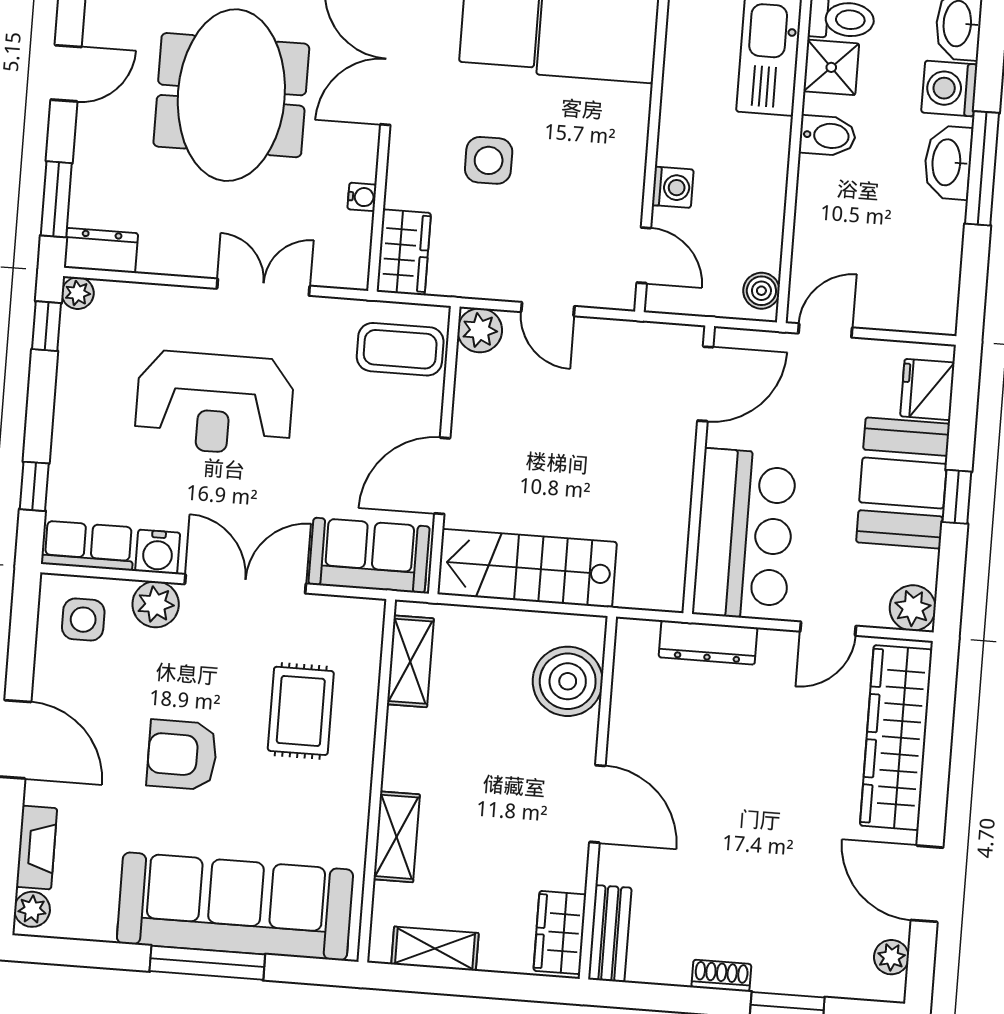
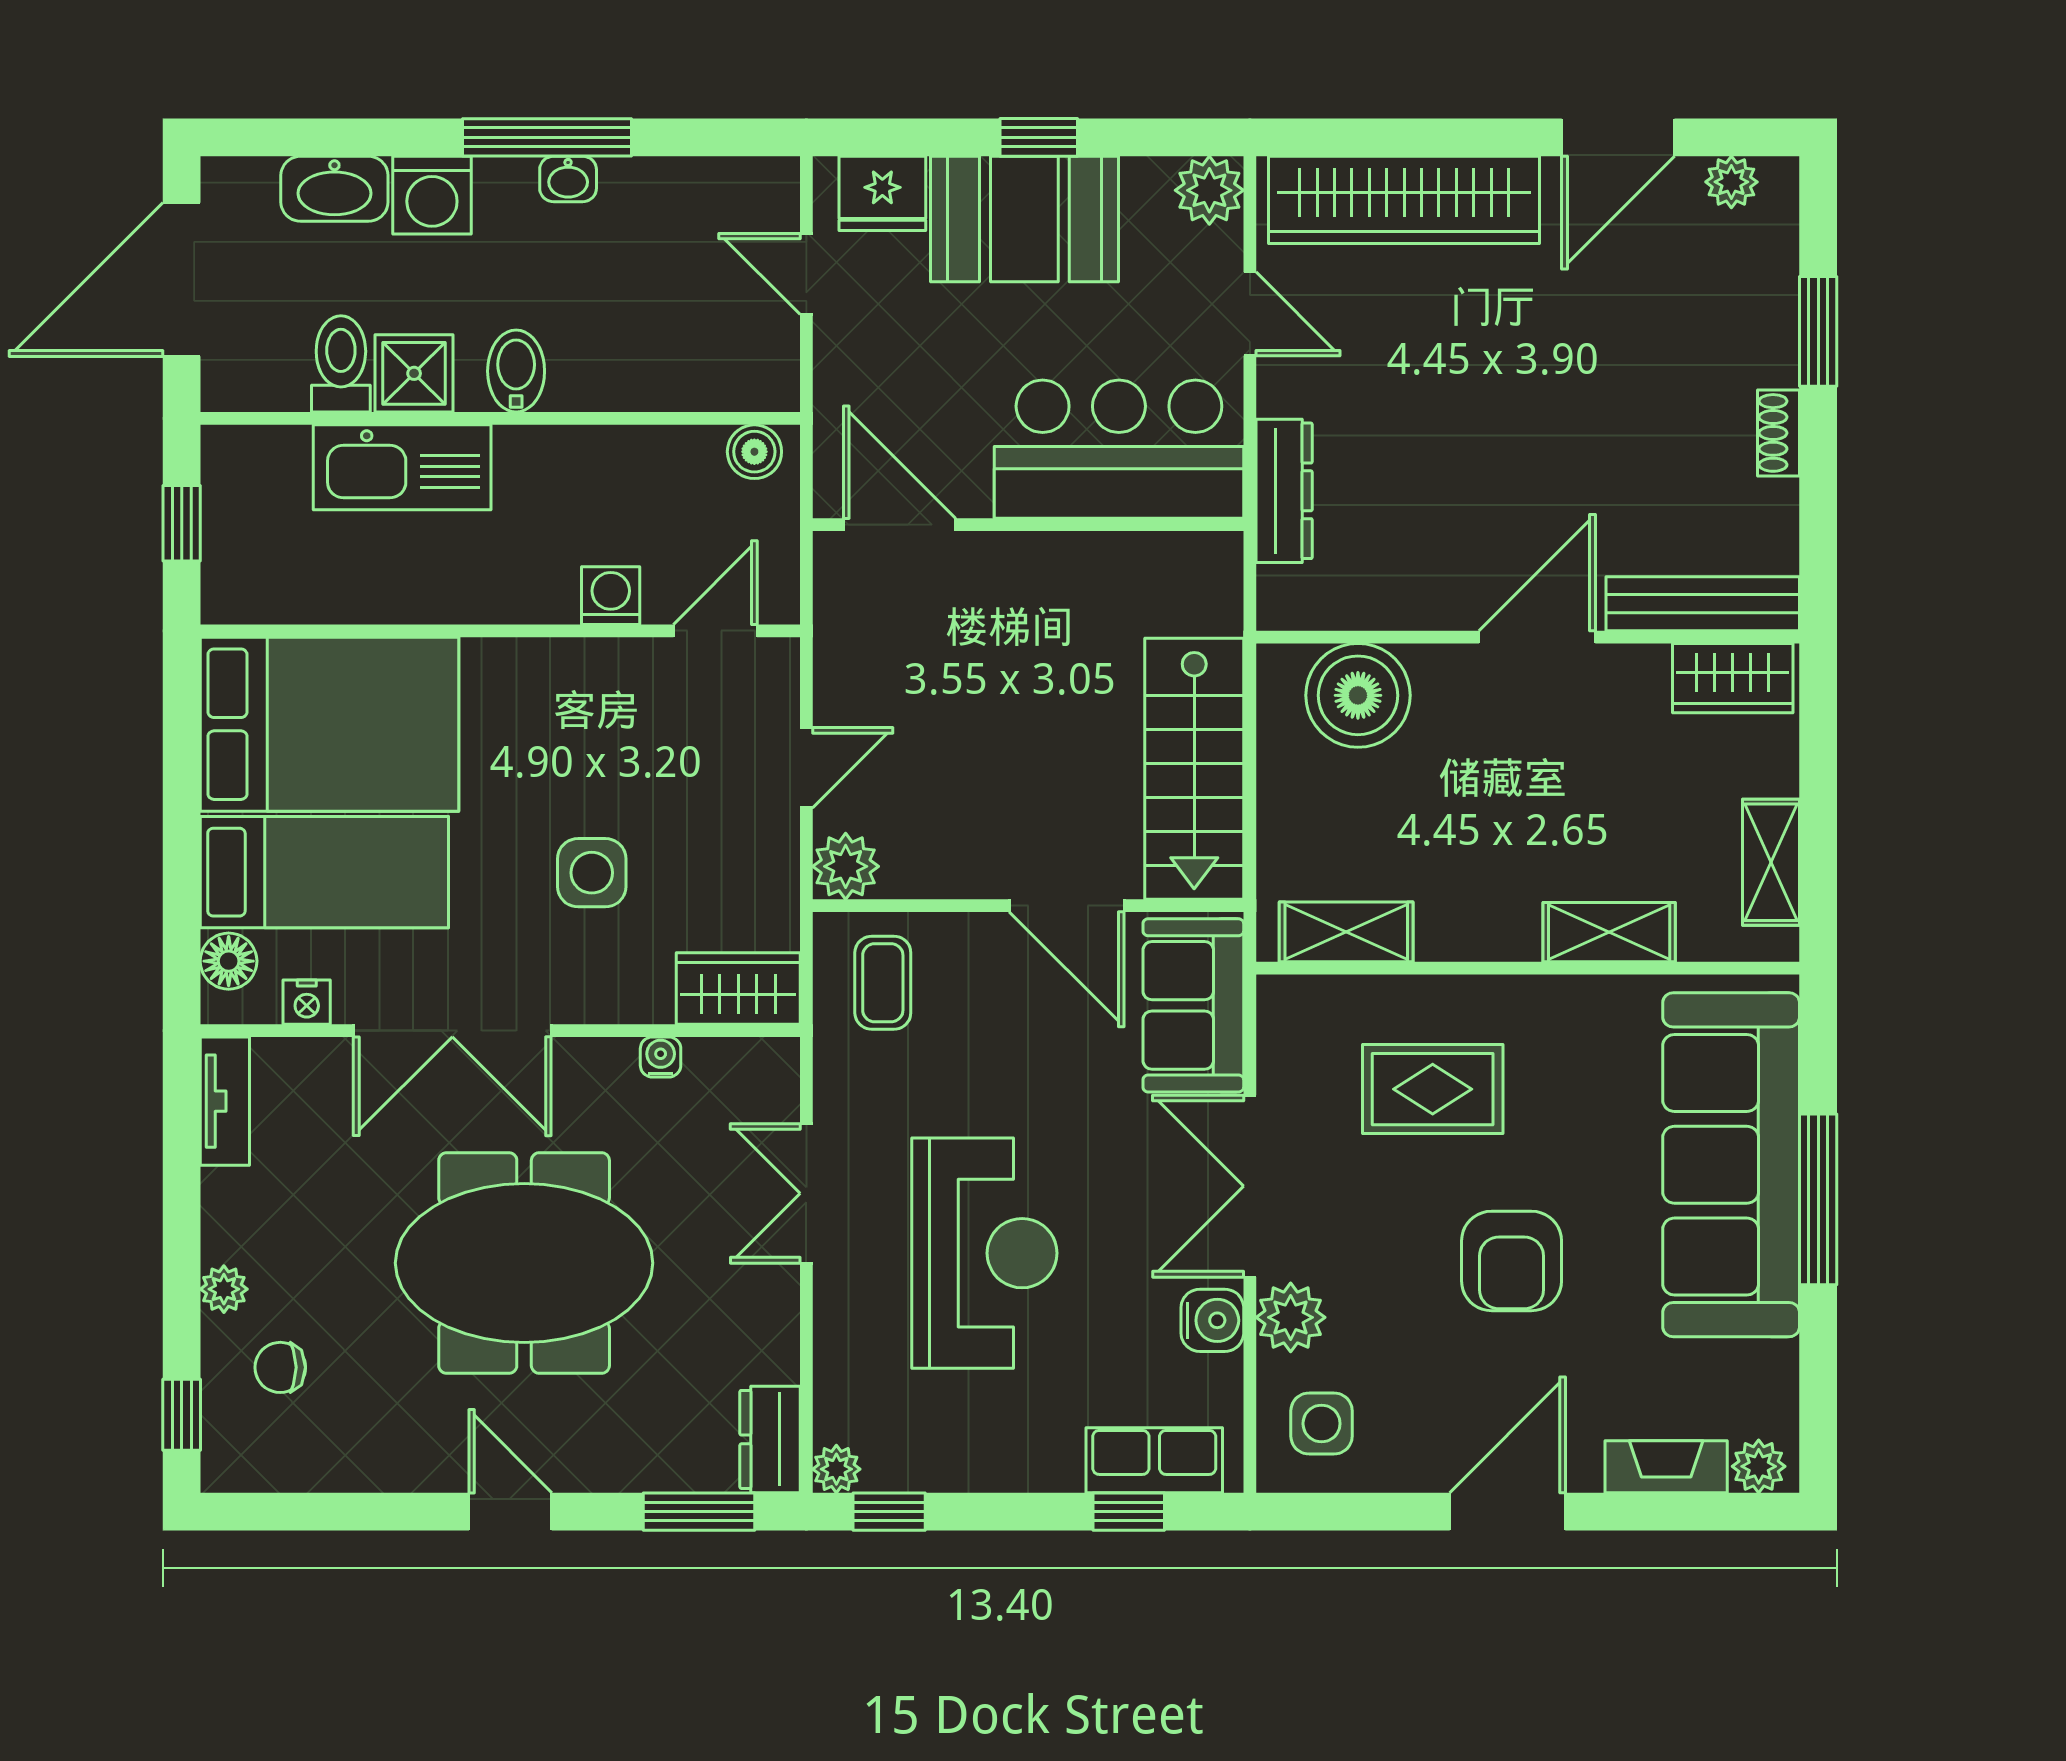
washbasin: (948, 162) -> (568, 179), width x0.52, depth x0.69
door: (825, 330) -> (806, 274), moved
coffee table: (400, 349) -> (883, 983), width x0.73, depth x0.77
row of seats: (88, 546) -> (1154, 1460), moved, turned 90
bench: (610, 934) -> (1703, 604), width x1.36

